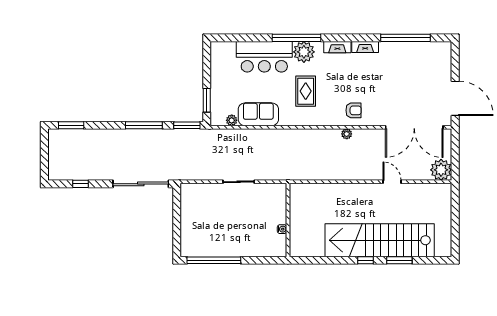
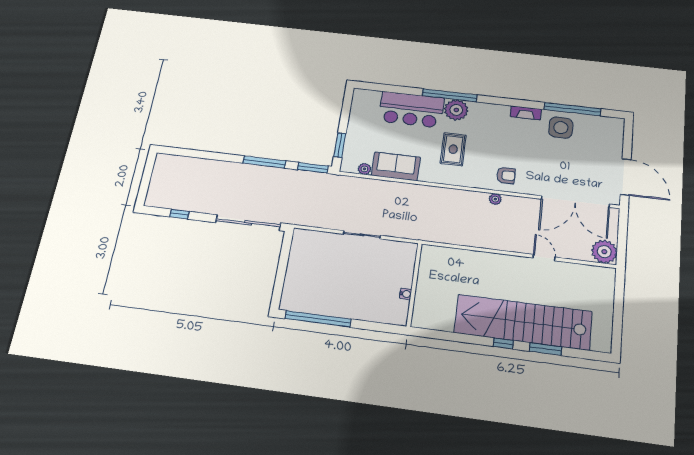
fireplace: (337, 47) -> (494, 109), removed
side table: (397, 58) -> (561, 128), added
window: (71, 125) -> (183, 152), removed

